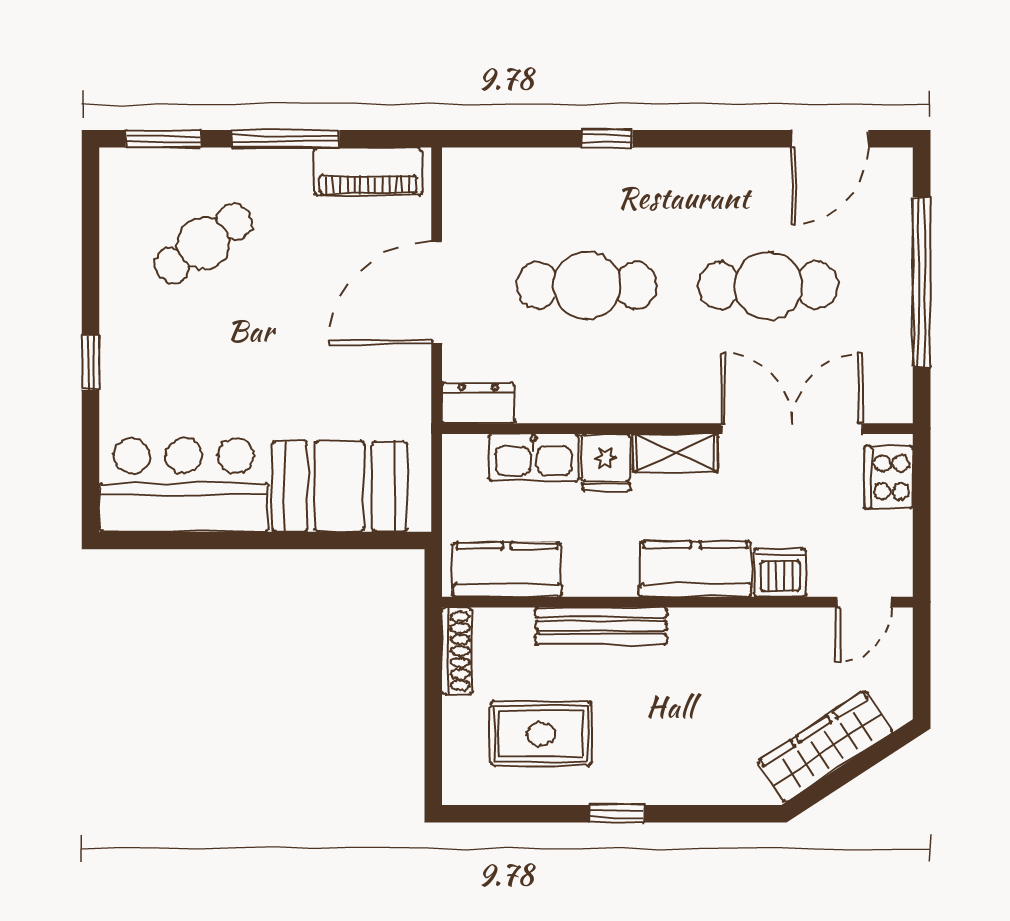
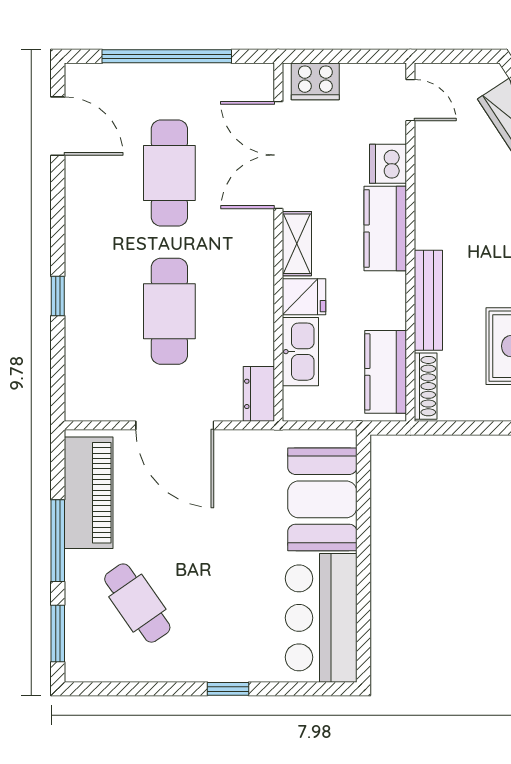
piano: (368, 172) -> (89, 493), width x1.37, depth x1.33
shoe rack: (457, 651) -> (426, 386), moved, turned 90

